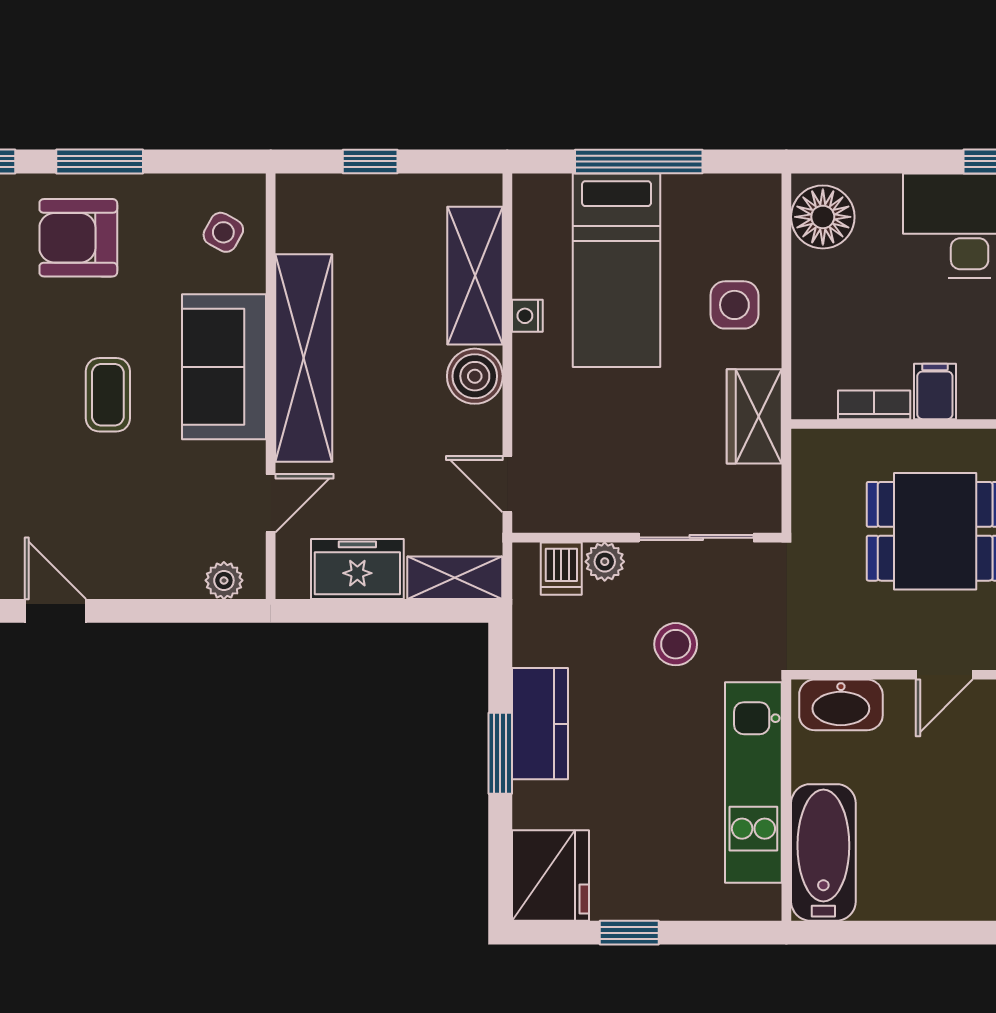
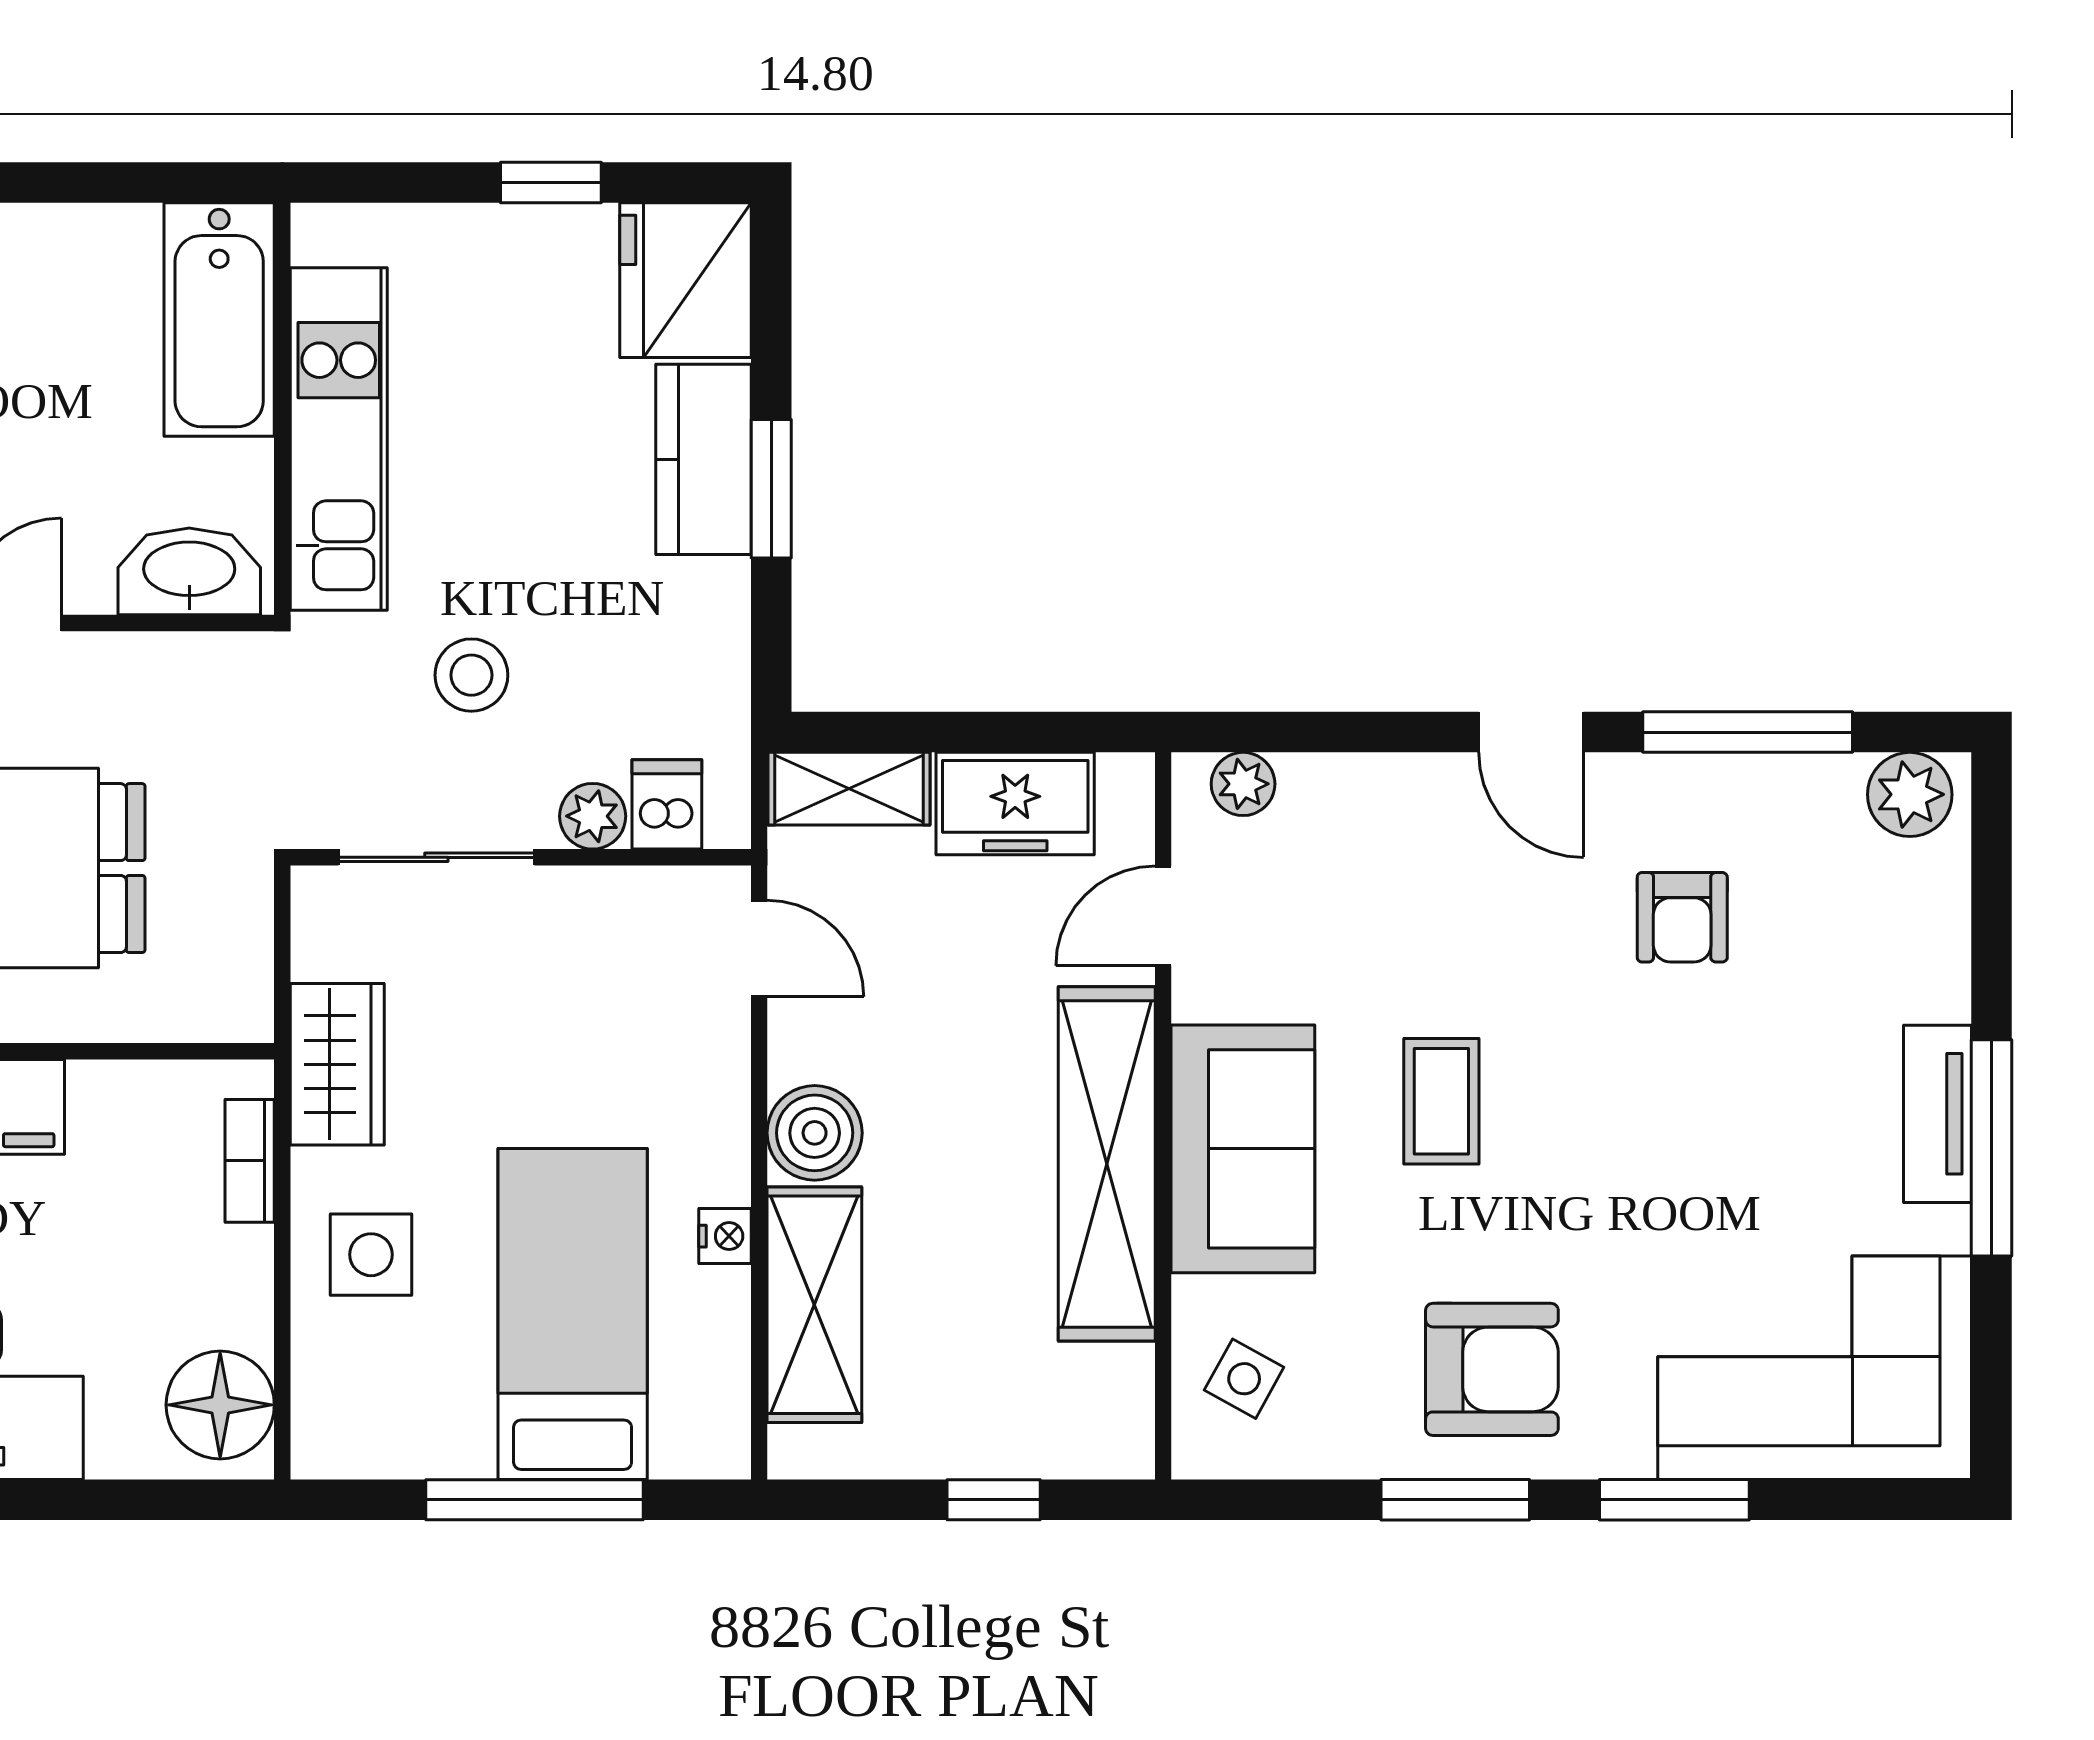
bookcase: (874, 405) -> (250, 1161), moved, turned 90
kitchen counter: (540, 724) -> (703, 459), moved

